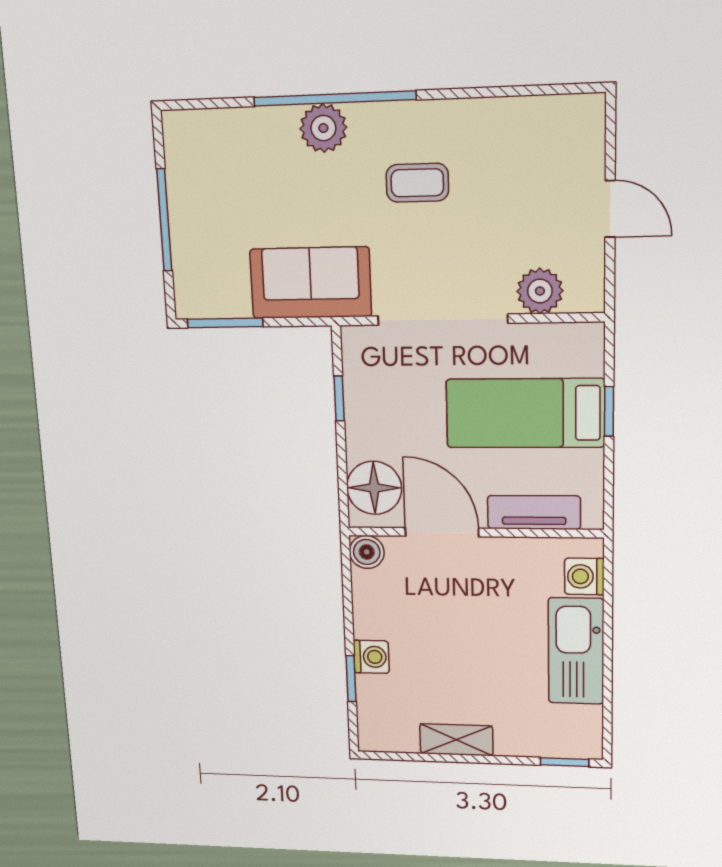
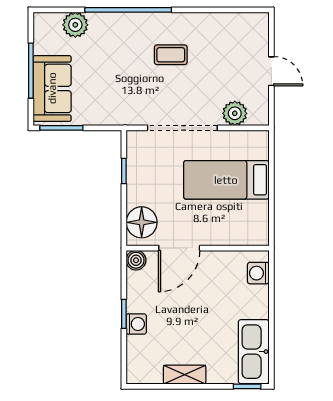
plant: (323, 128) -> (75, 25), moved
sofa: (311, 283) -> (52, 88), moved, turned 90
window: (609, 411) -> (271, 179), removed
tv unit: (534, 512) -> (231, 236), removed
door: (442, 532) -> (179, 248), swing flipped
kitchen sink: (576, 651) -> (254, 352), moved
window: (351, 679) -> (124, 314), moved

